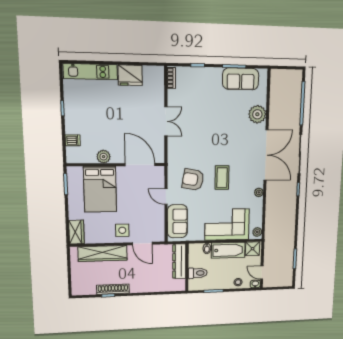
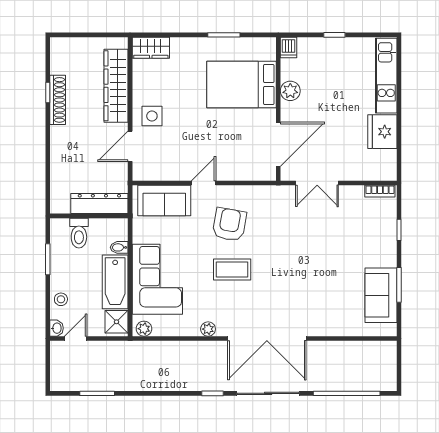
plant: (257, 114) -> (329, 323), removed
plant: (104, 157) -> (290, 91), moved
wall: (116, 165) -> (278, 109), moved
door: (140, 165) -> (278, 144), moved
bed: (100, 189) -> (241, 85), moved

